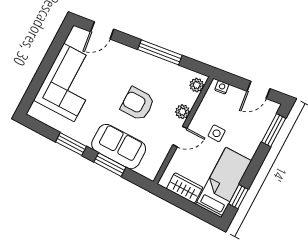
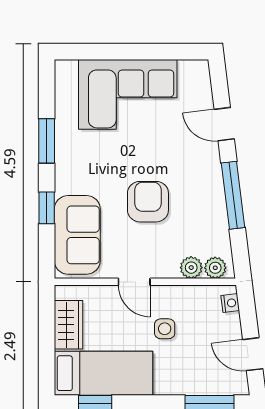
door: (102, 30) -> (224, 124), moved
plant: (182, 112) -> (191, 268), moved
sofa: (119, 147) -> (77, 235), moved
window: (110, 165) -> (47, 208), width x0.67

